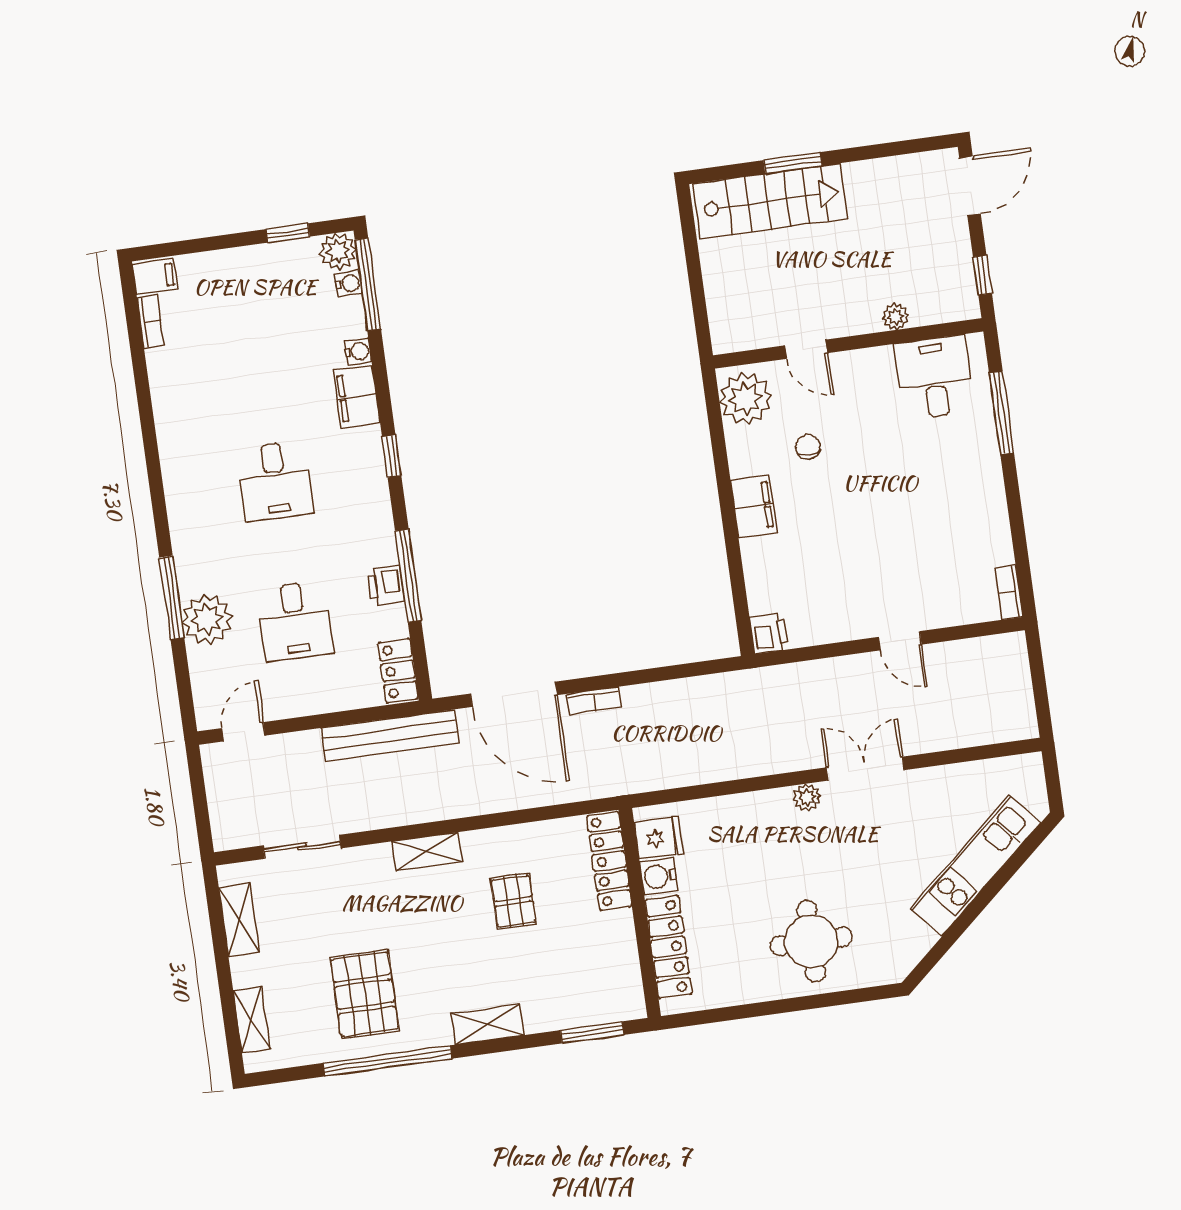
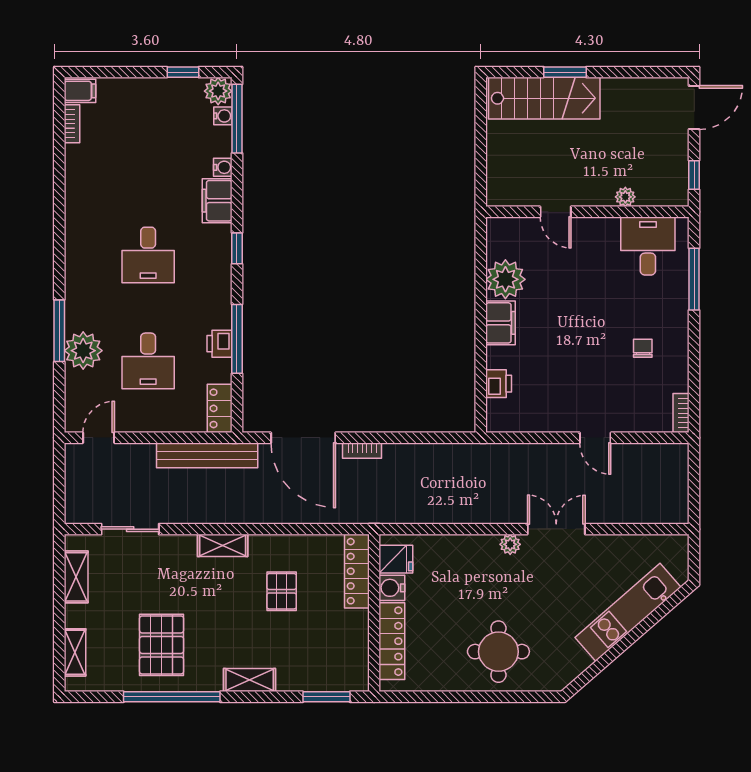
plant: (745, 399) -> (505, 279), moved
chair: (808, 447) -> (643, 348), moved
printer: (769, 633) -> (499, 384), moved

